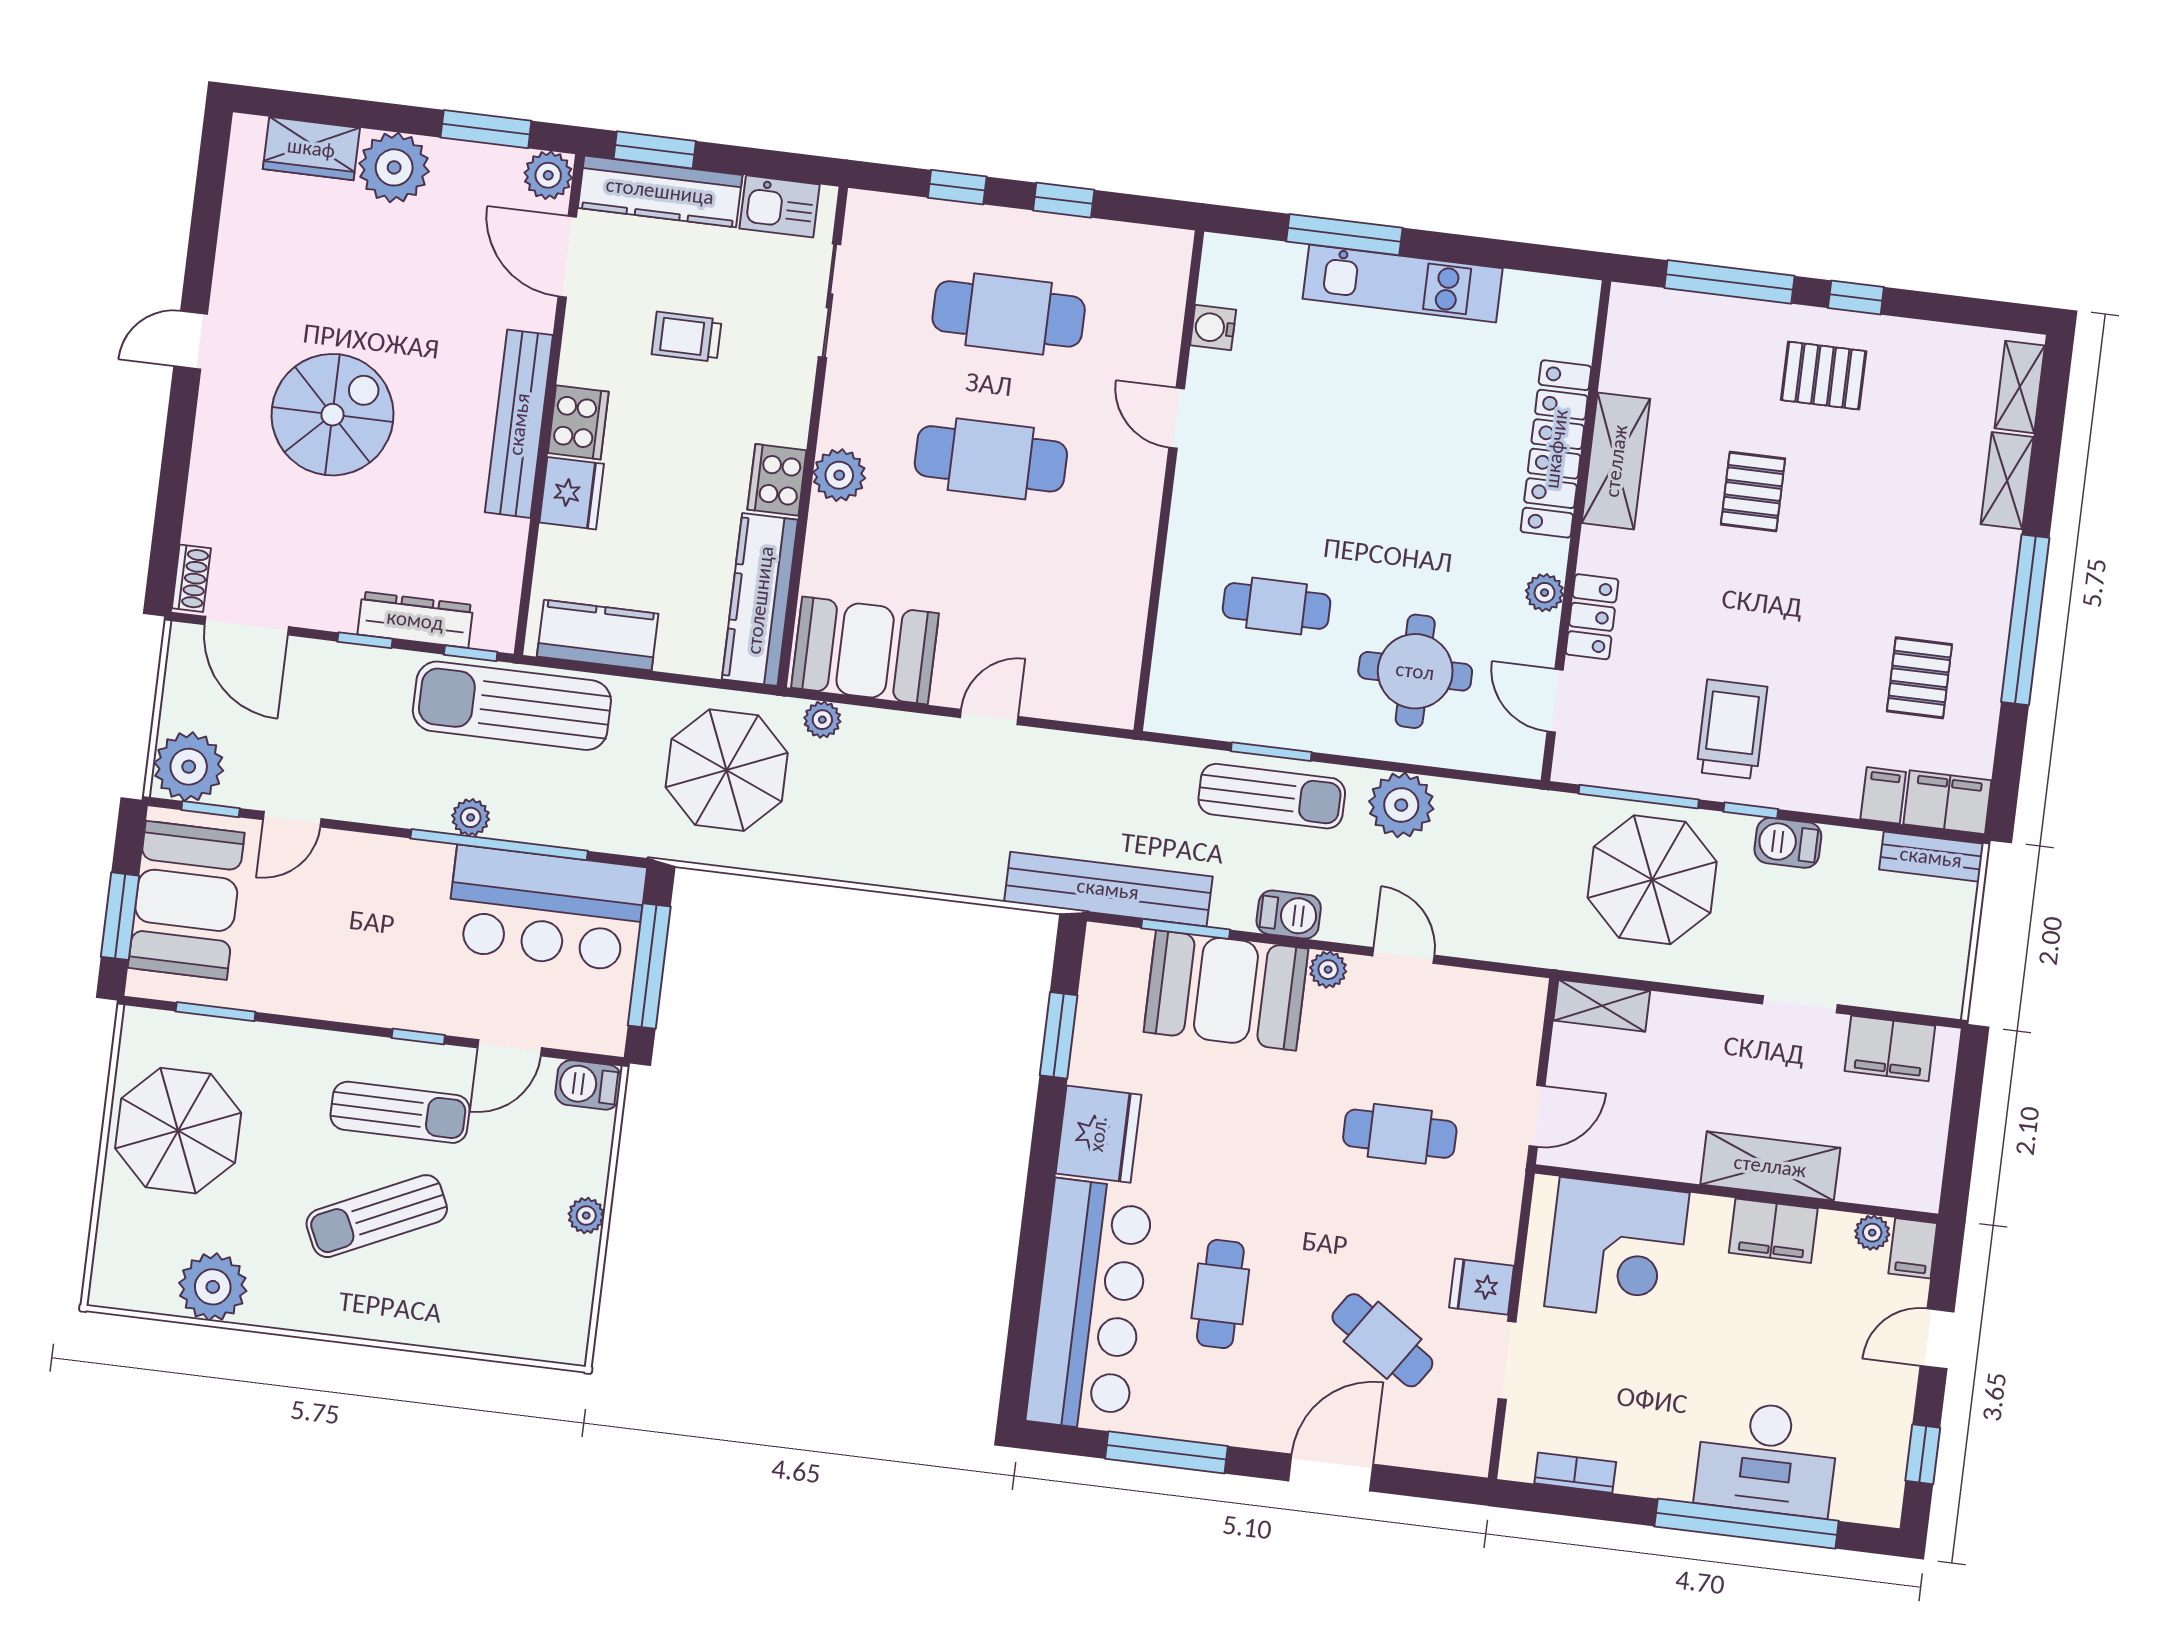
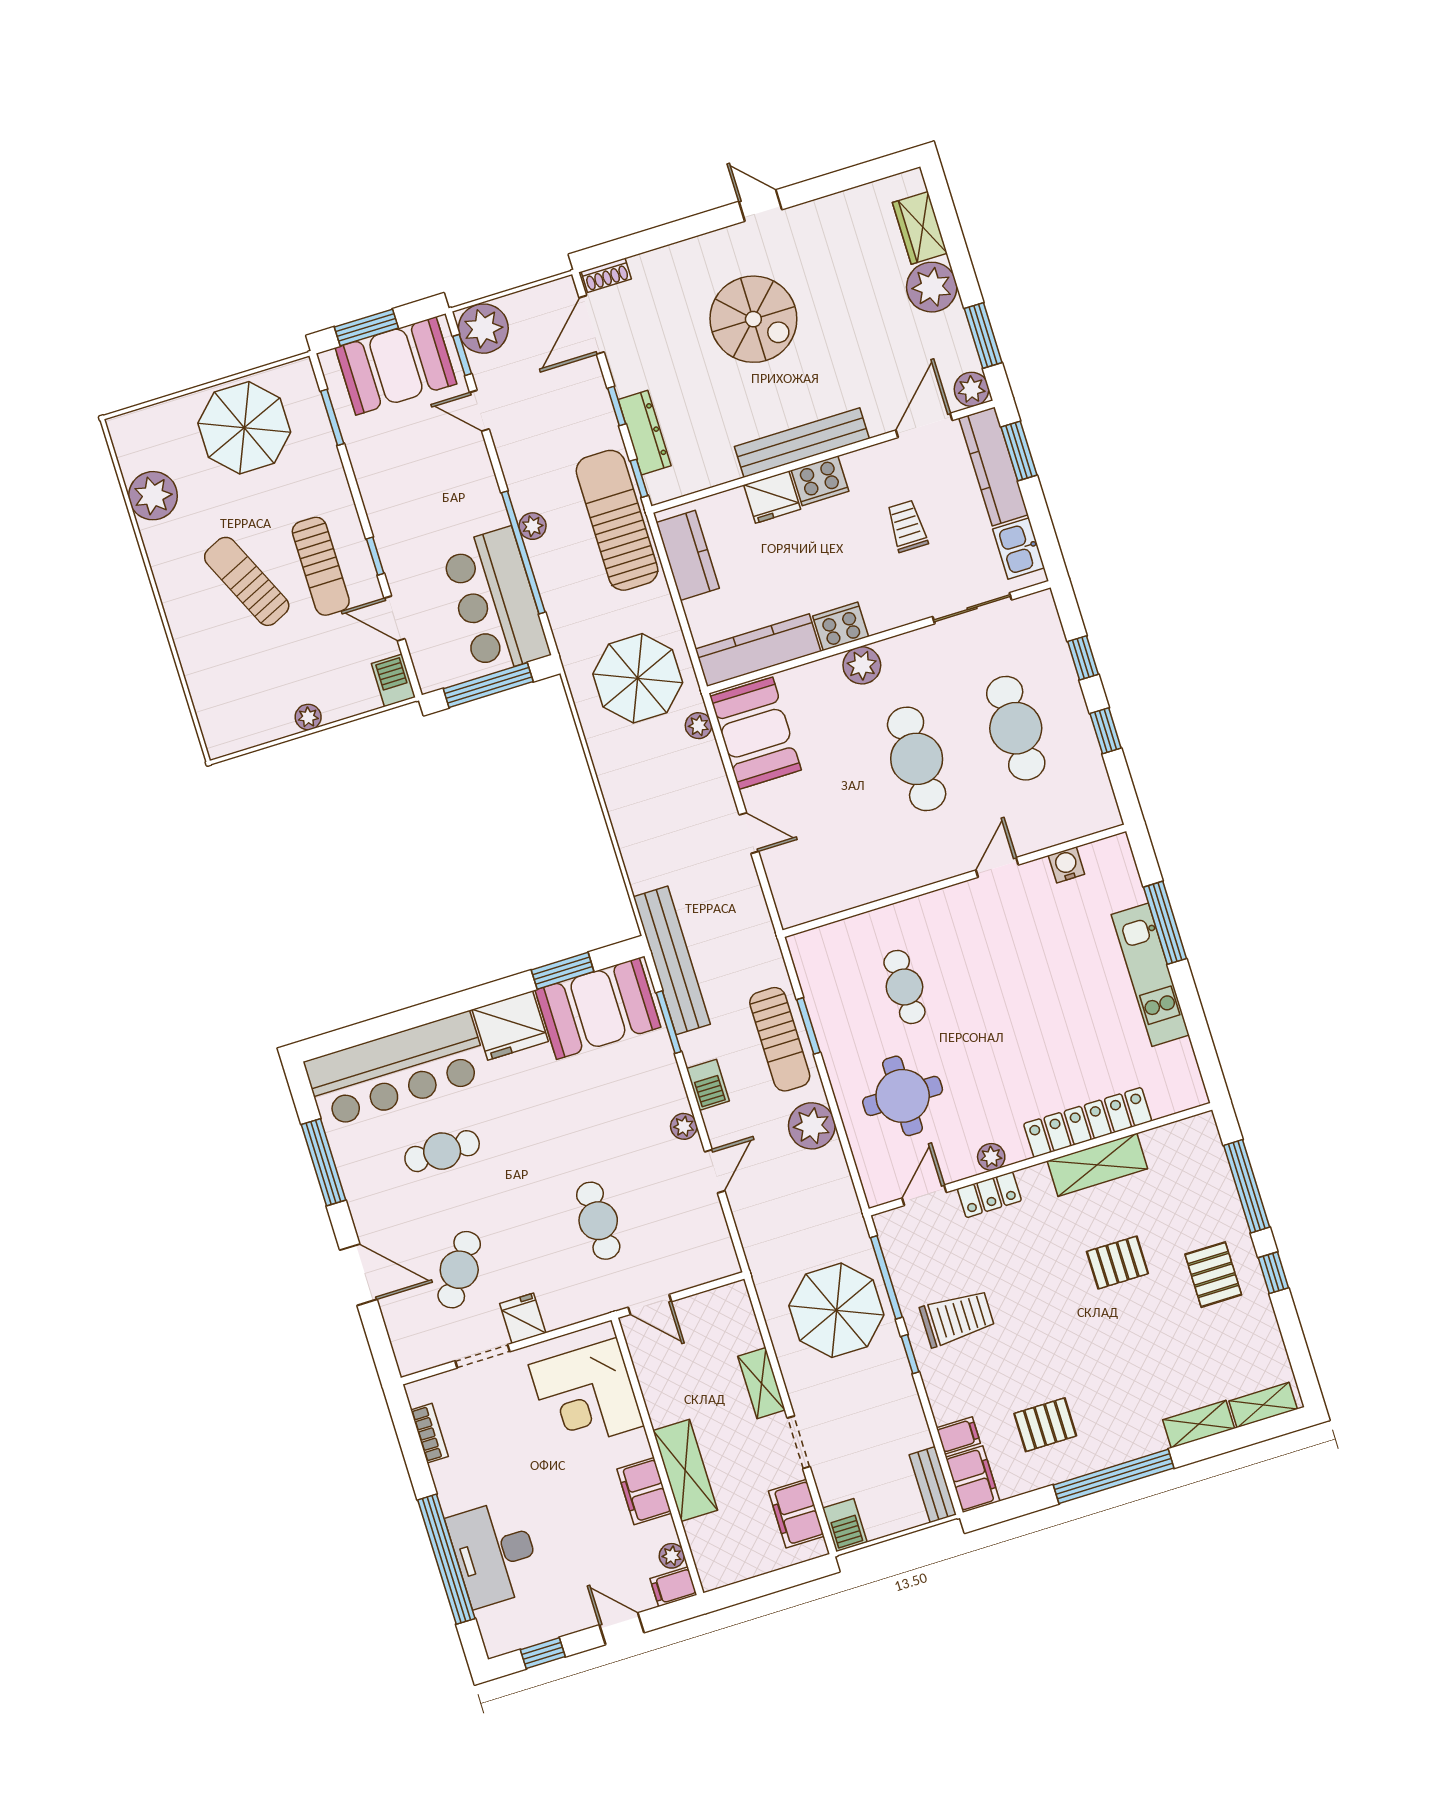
barbecue: (1788, 843) -> (845, 1525), moved, turned 180
booth: (1226, 990) -> (598, 1009), moved, turned 90
shelving: (1602, 1006) -> (761, 1383), moved

